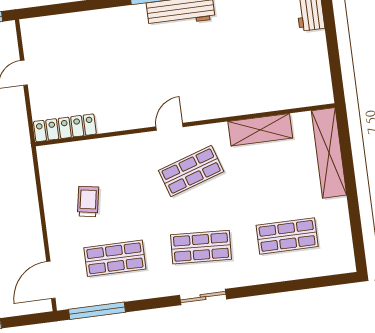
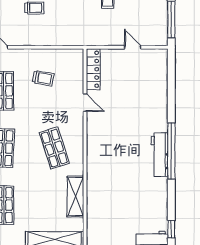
door: (170, 127) -> (85, 103), moved

